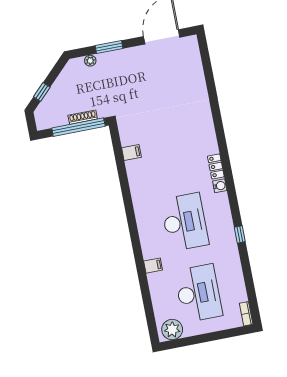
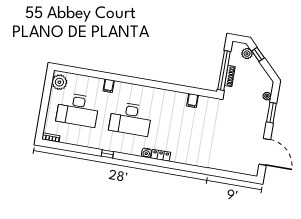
plant: (46, 106) -> (247, 54), added

